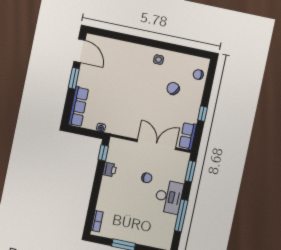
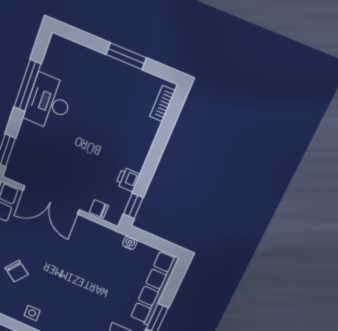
row of seats: (78, 107) -> (154, 288), width x1.36
chair: (147, 178) -> (99, 209), moved
desk: (169, 197) -> (49, 102), moved

